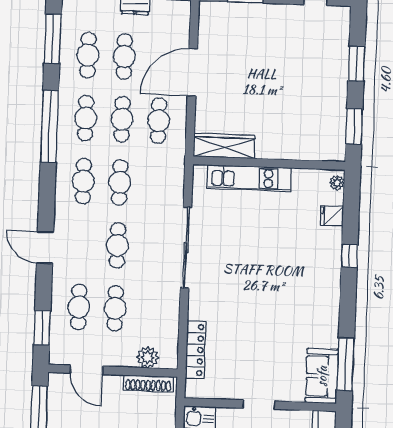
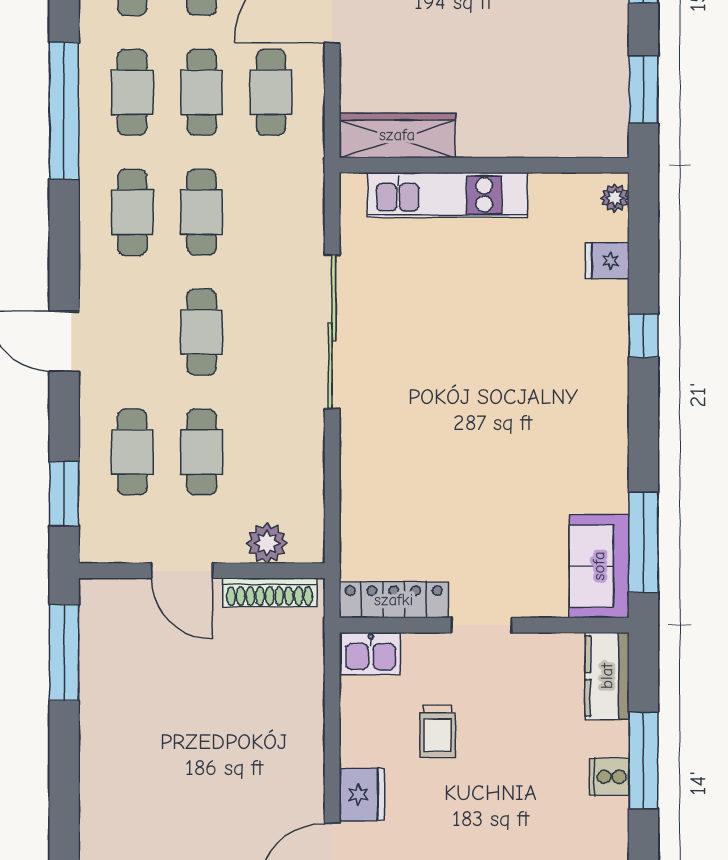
locker: (195, 350) -> (394, 600), moved, turned -90
door: (87, 370) -> (182, 571), moved

